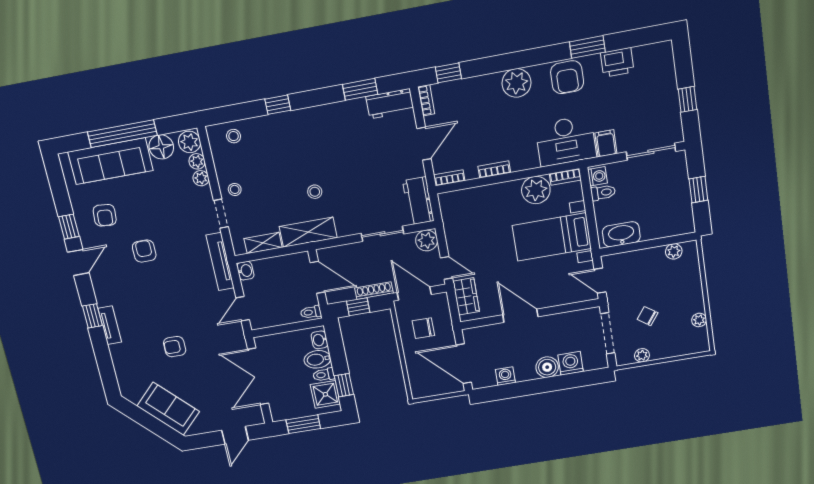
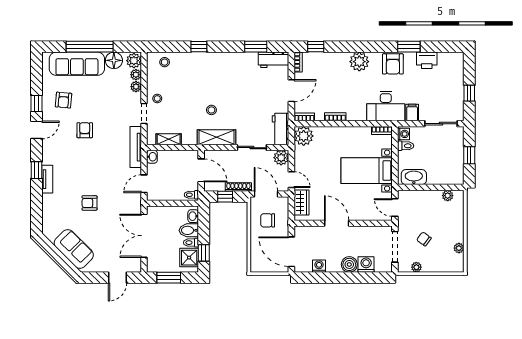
plant: (536, 190) -> (304, 136), moved
shelving: (308, 232) -> (217, 137), moved

